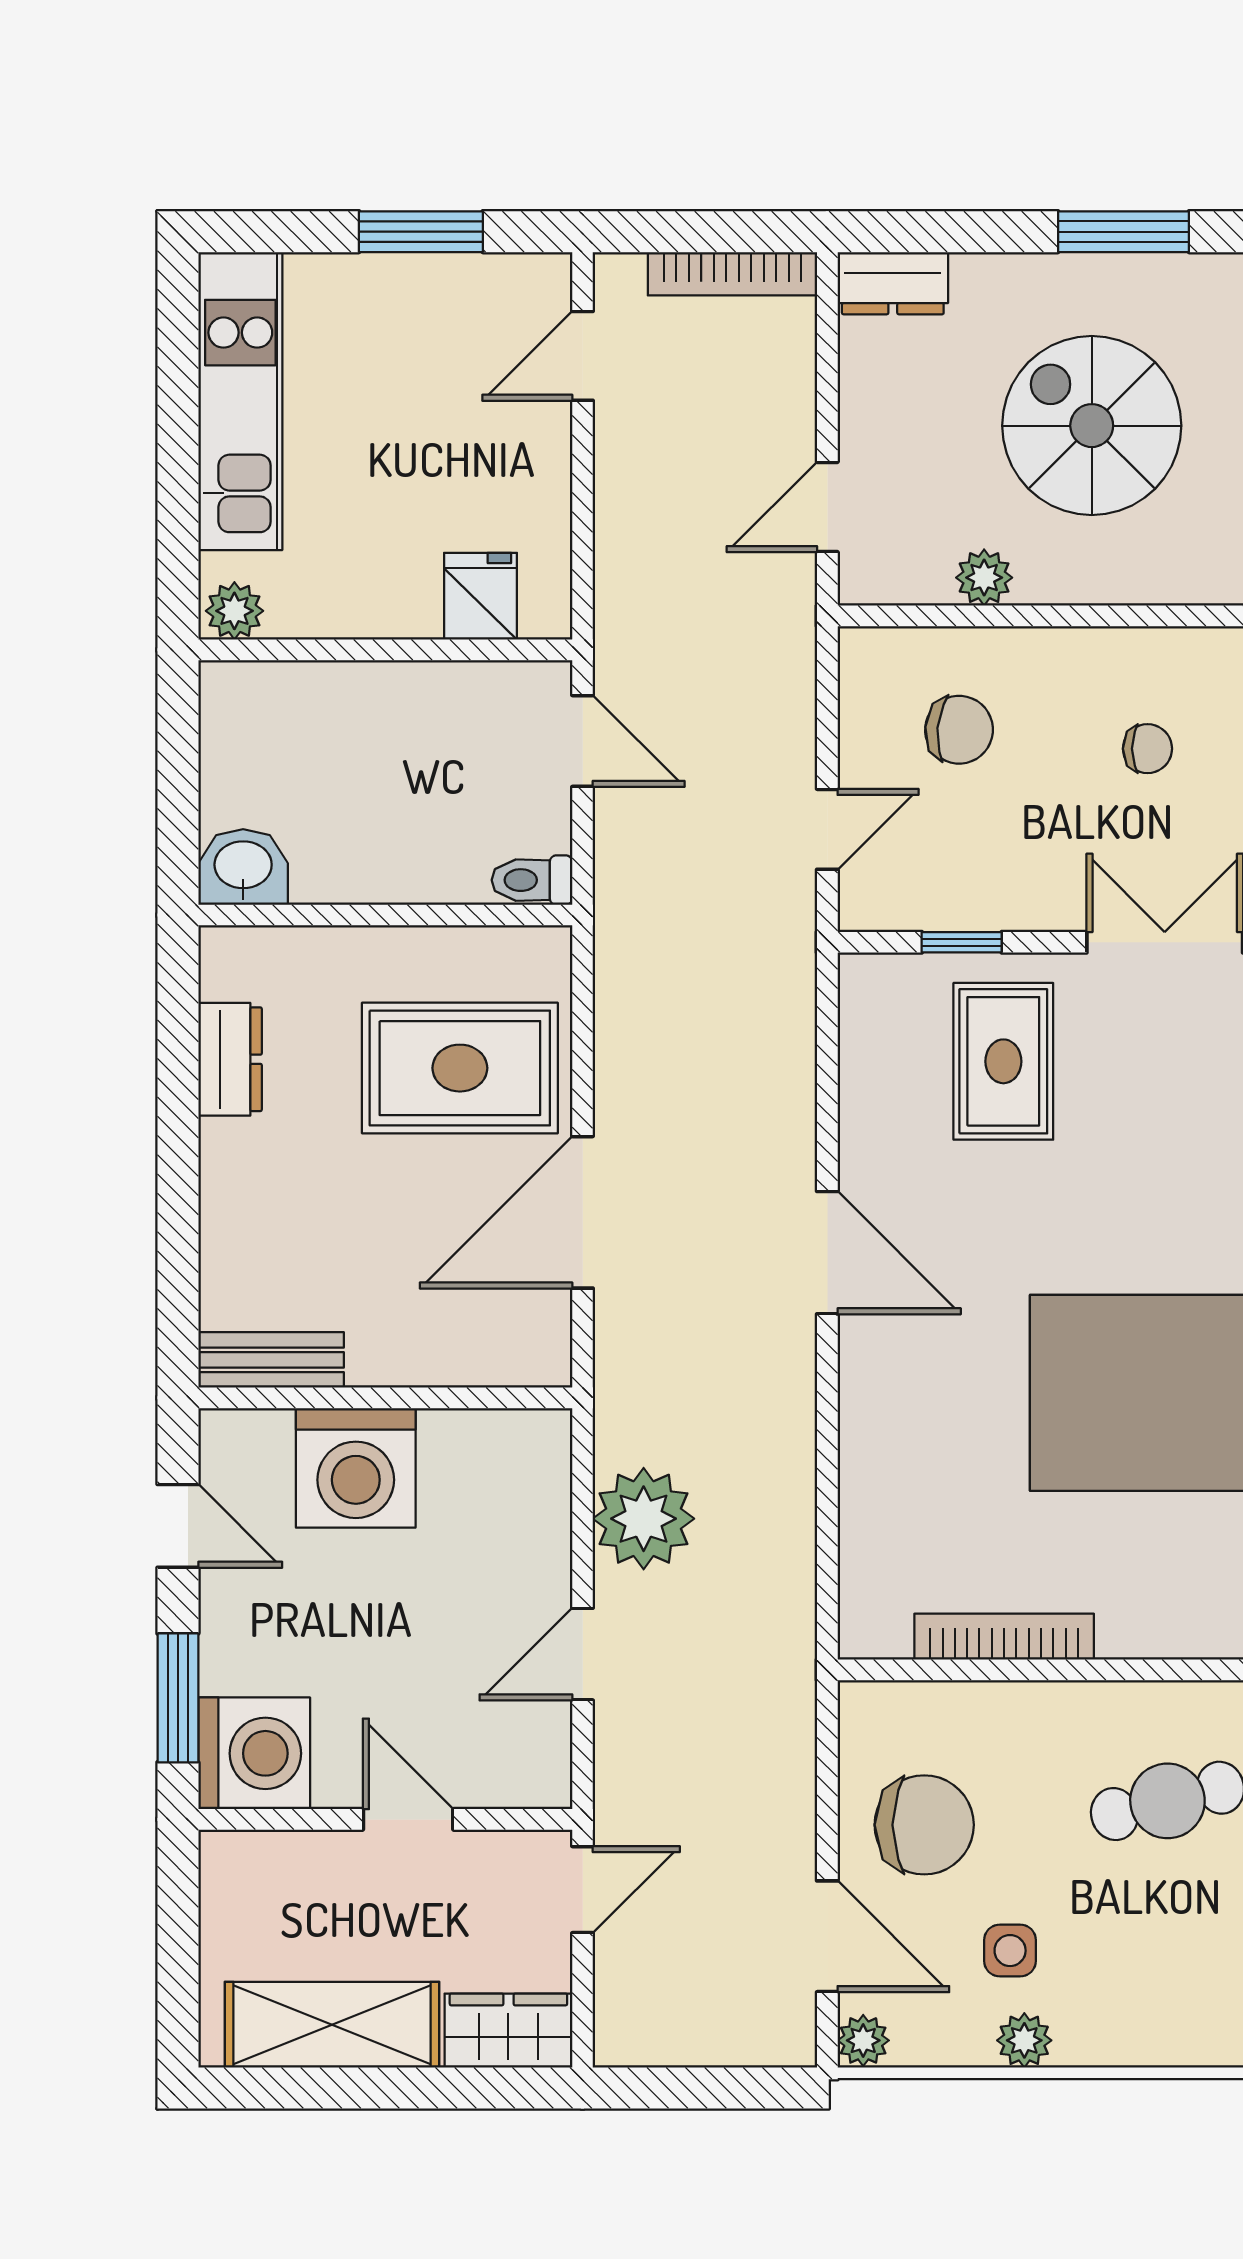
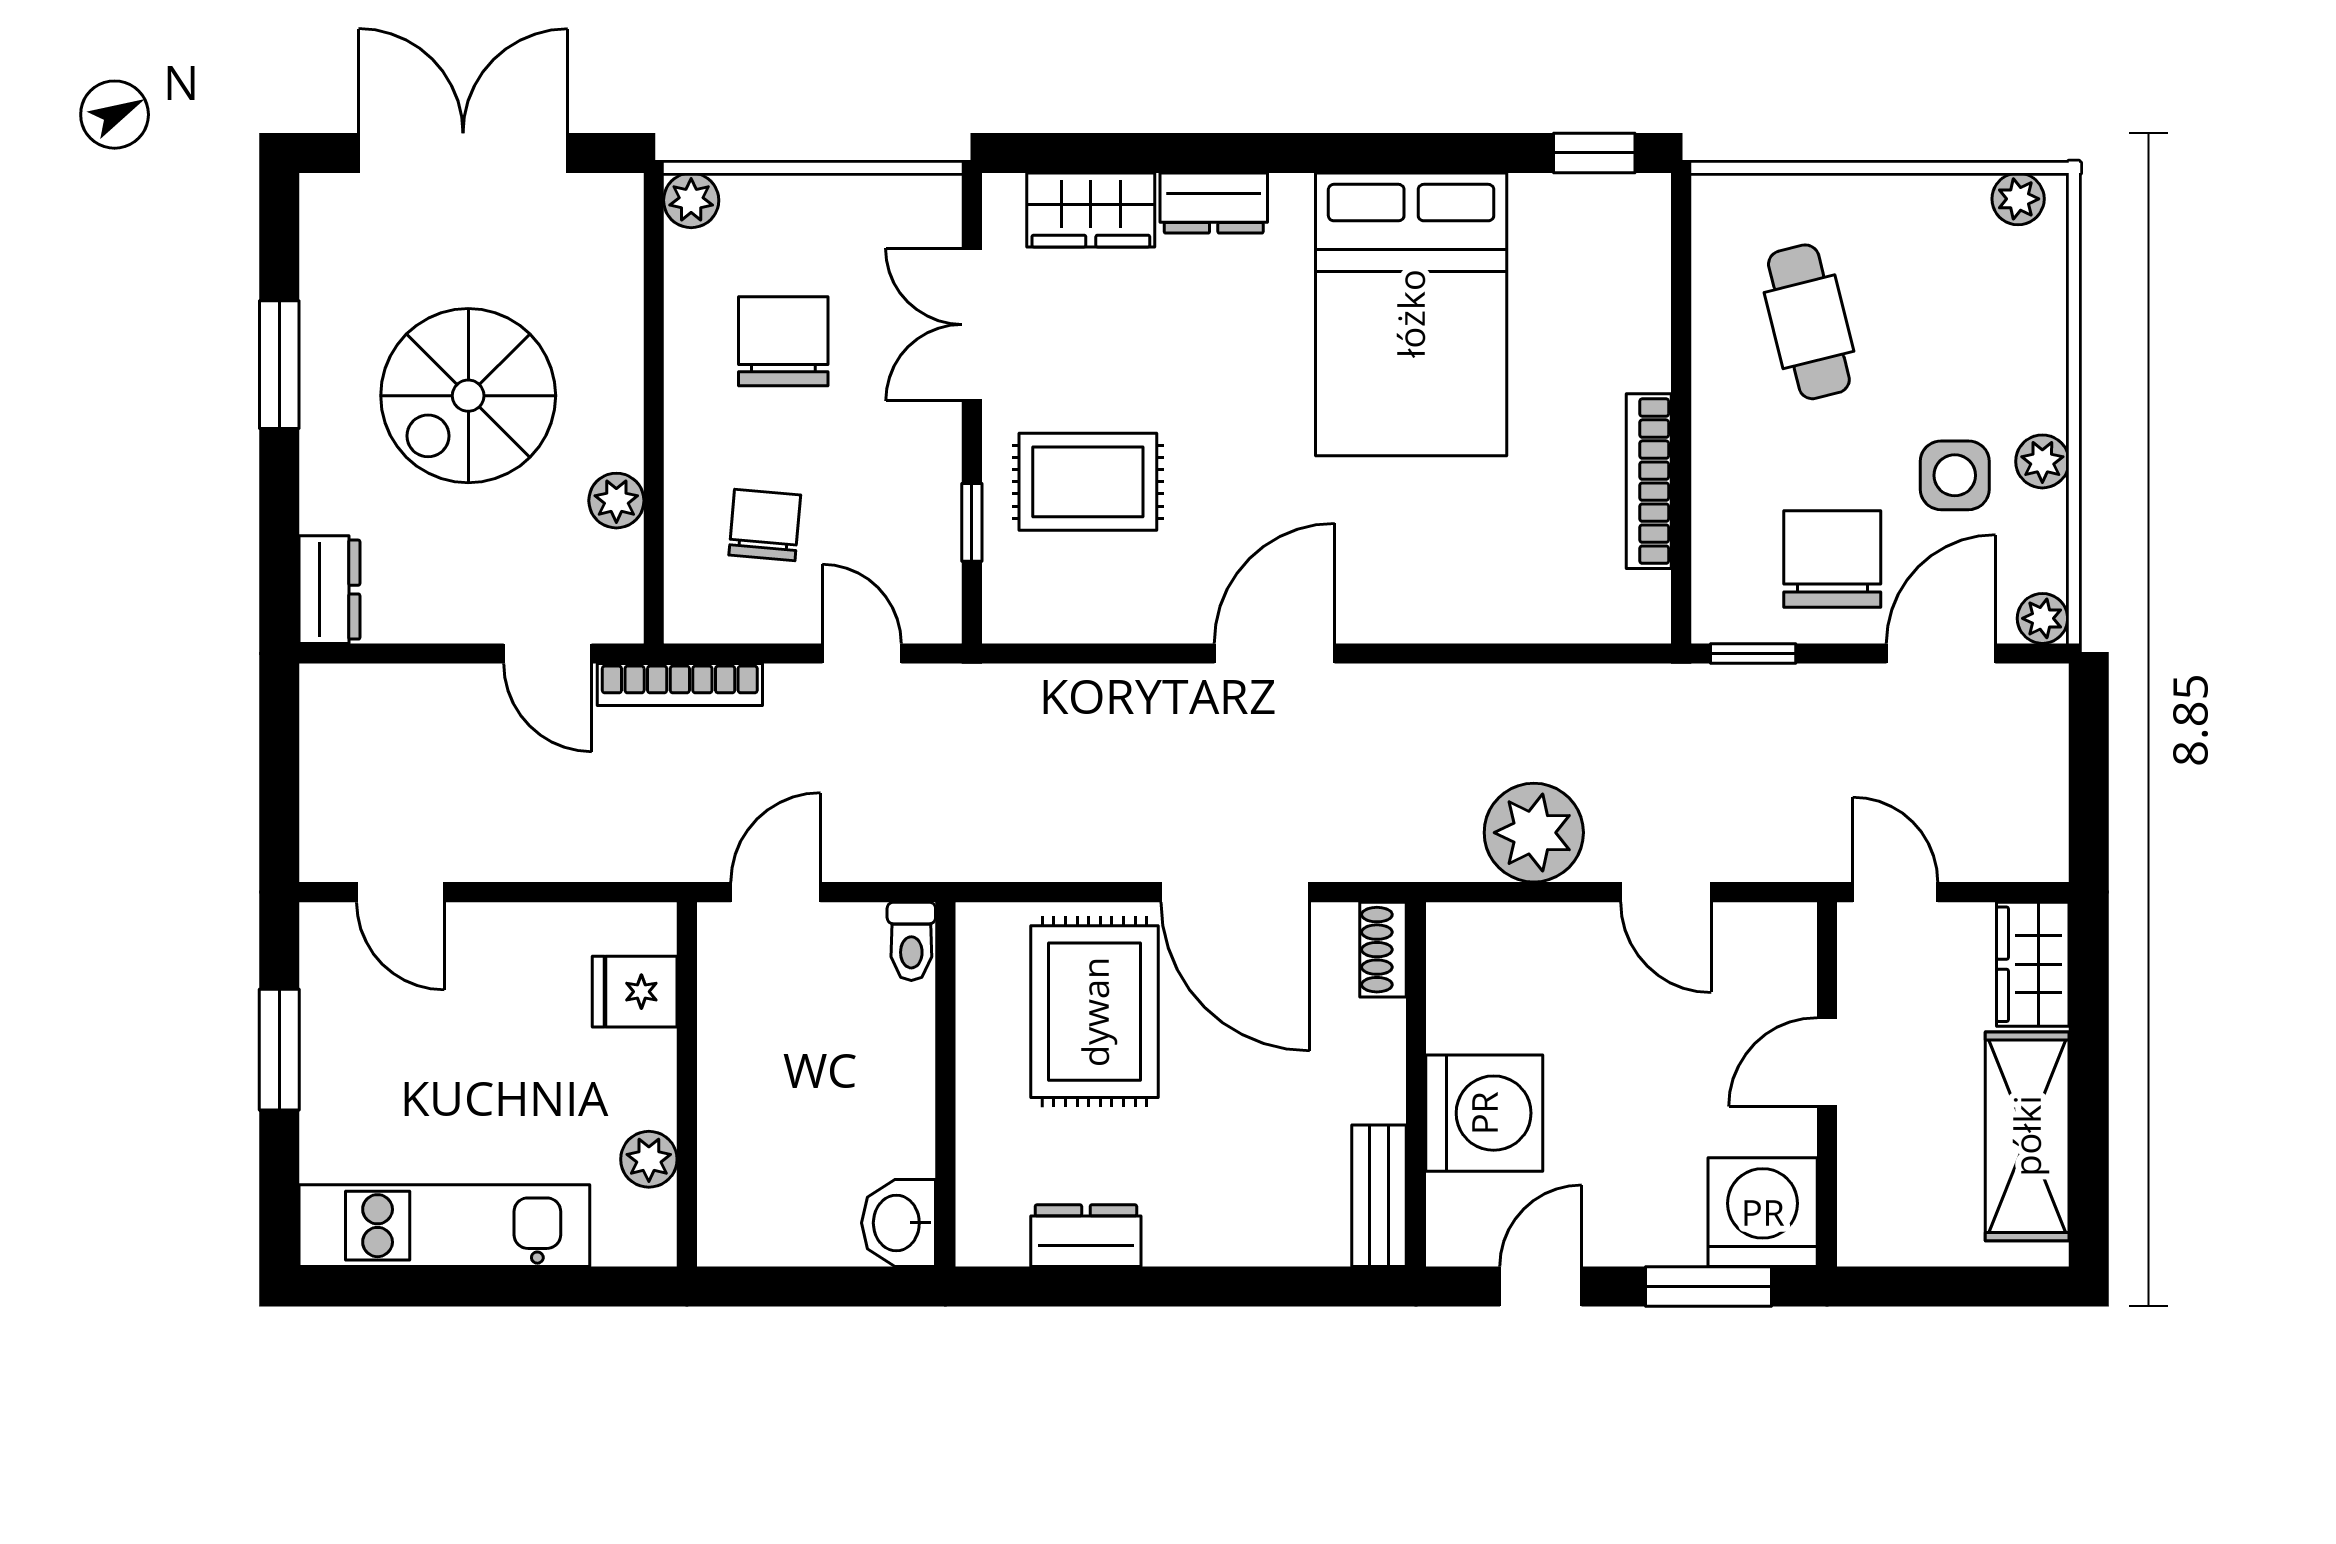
bookcase: (732, 274) -> (680, 685), moved, turned 90
plant: (234, 611) -> (649, 1159), moved
chair: (1148, 749) -> (783, 341), width x1.87, depth x1.87
shoe rack: (523, 1364) -> (1383, 950), added
window: (827, 1744) -> (1753, 653), added
side table: (1010, 1951) -> (1955, 475), width x1.37, depth x1.37

